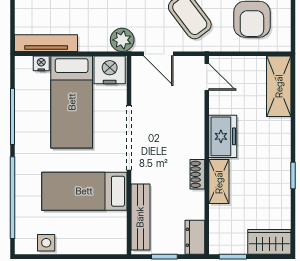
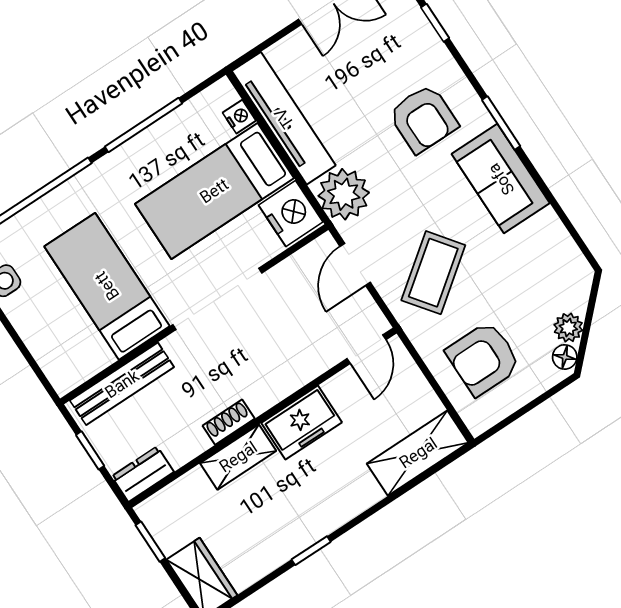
plant: (122, 40) -> (344, 194), width x1.36, depth x1.36
tv unit: (46, 43) -> (284, 118), width x1.36, depth x1.29

